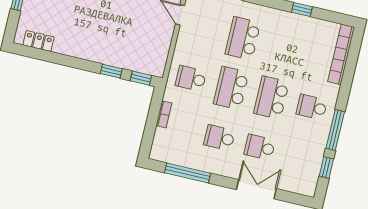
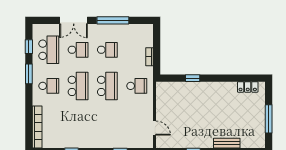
school desk: (243, 38) -> (49, 50), moved
window: (141, 78) -> (171, 78), removed
window: (335, 130) -> (29, 74), width x0.69
window: (187, 173) -> (113, 20), moved

